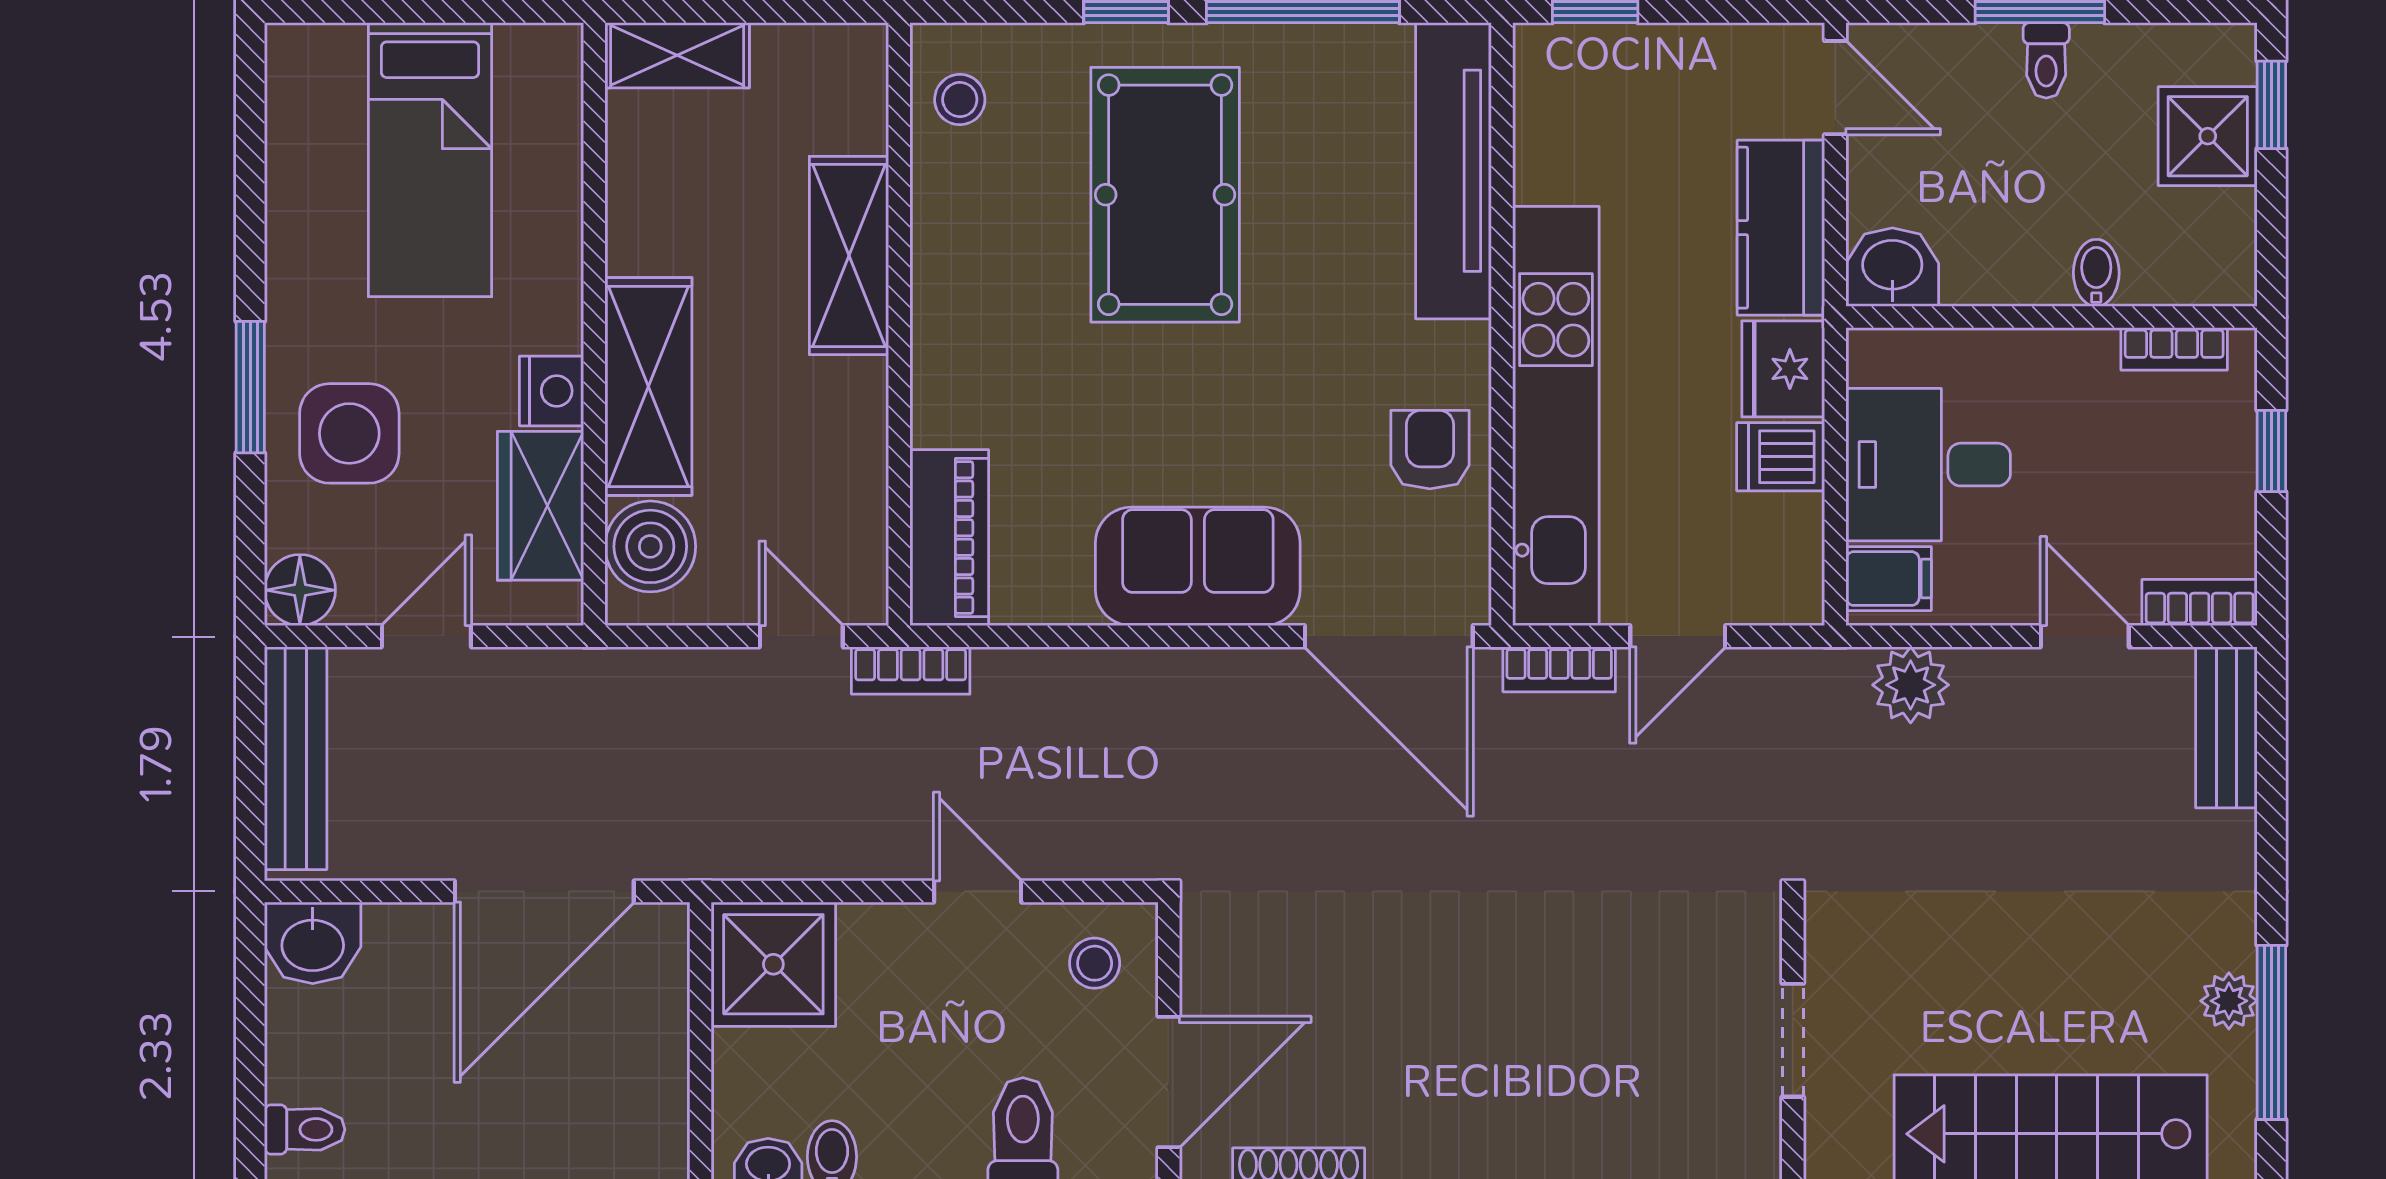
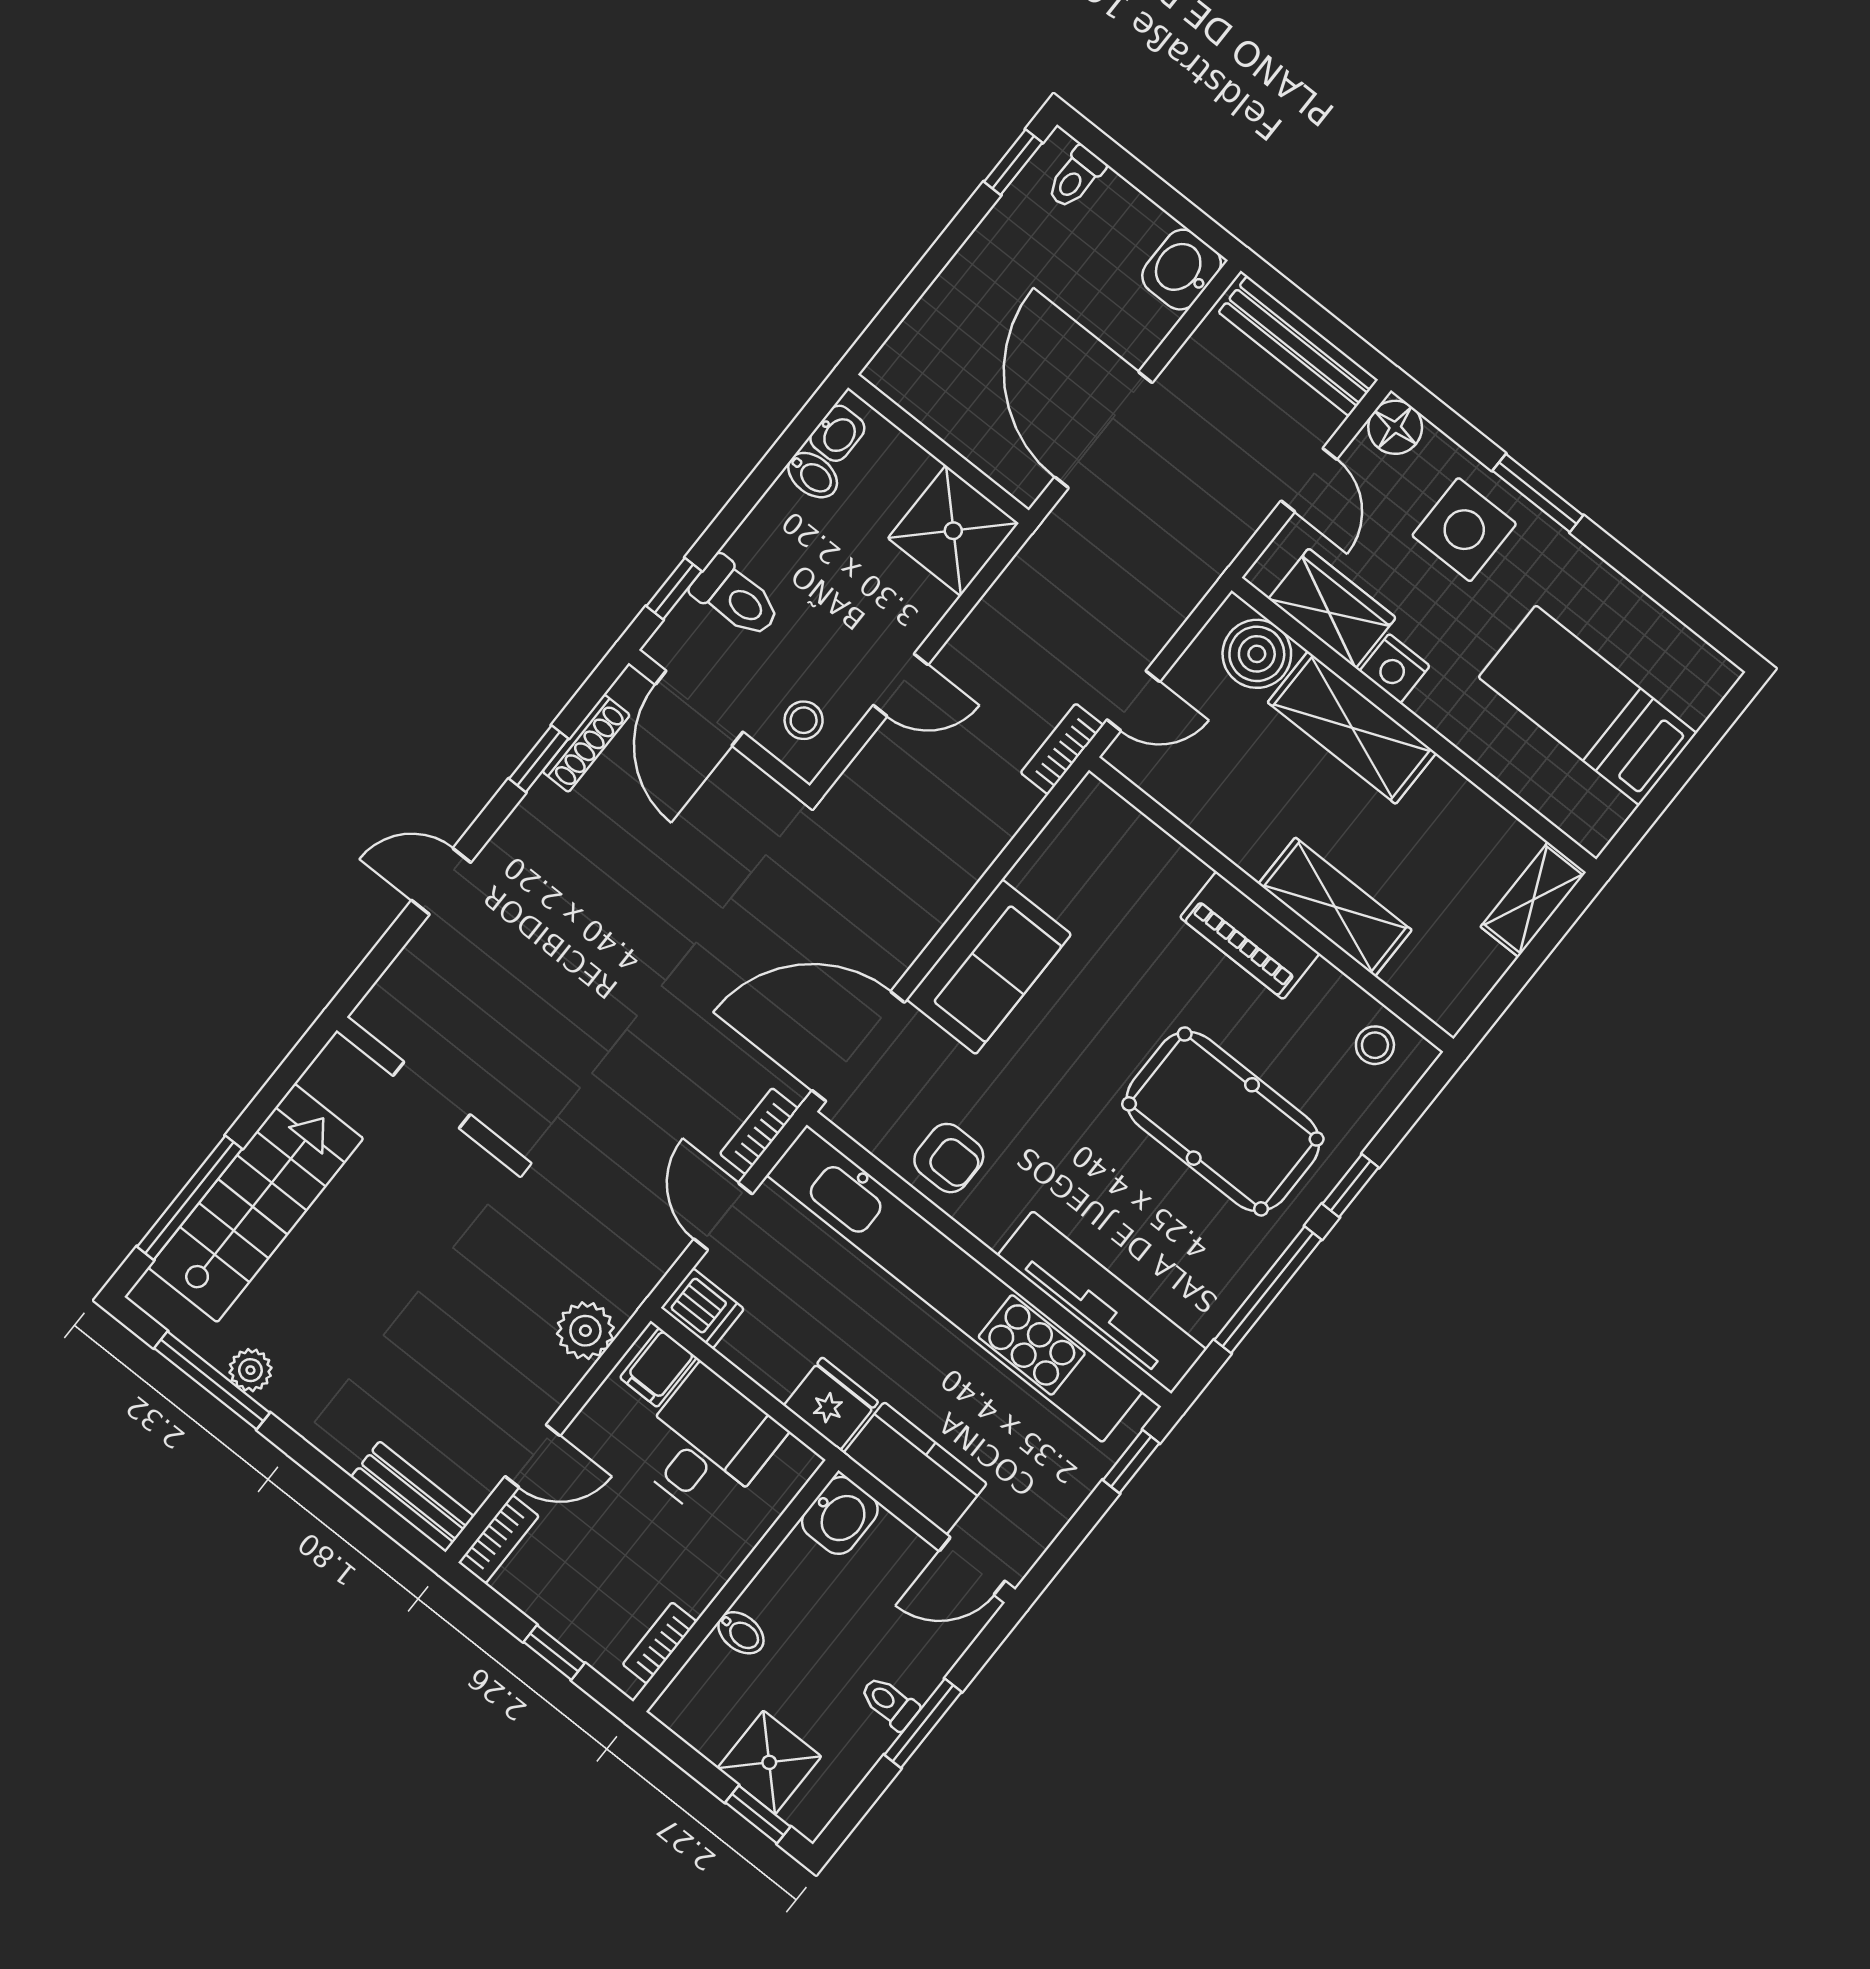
kitchen unit: (1556, 416) -> (954, 1283), width x1.36
dishwasher: (1781, 457) -> (702, 1308), moved, turned 90
piano: (949, 538) -> (1250, 935), moved

